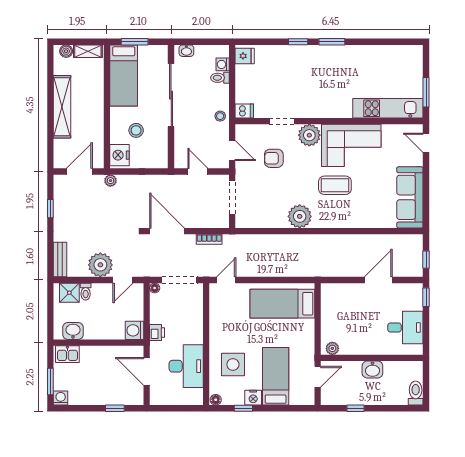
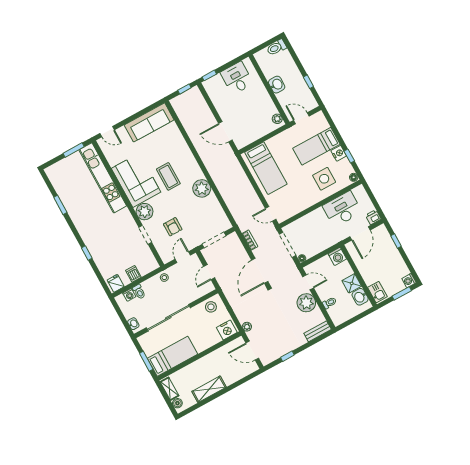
window: (332, 42) -> (60, 205), moved
shelving: (62, 107) -> (209, 389), width x0.68
kitchen unit: (388, 108) -> (103, 178), width x1.36
dishwasher: (244, 111) -> (133, 274), moved
stool: (136, 130) -> (211, 307), moved
door: (426, 143) -> (107, 132), hinge flipped
door: (378, 280) -> (225, 132), moved
shower: (69, 293) -> (352, 283), moved
printer: (157, 332) -> (373, 217), moved

